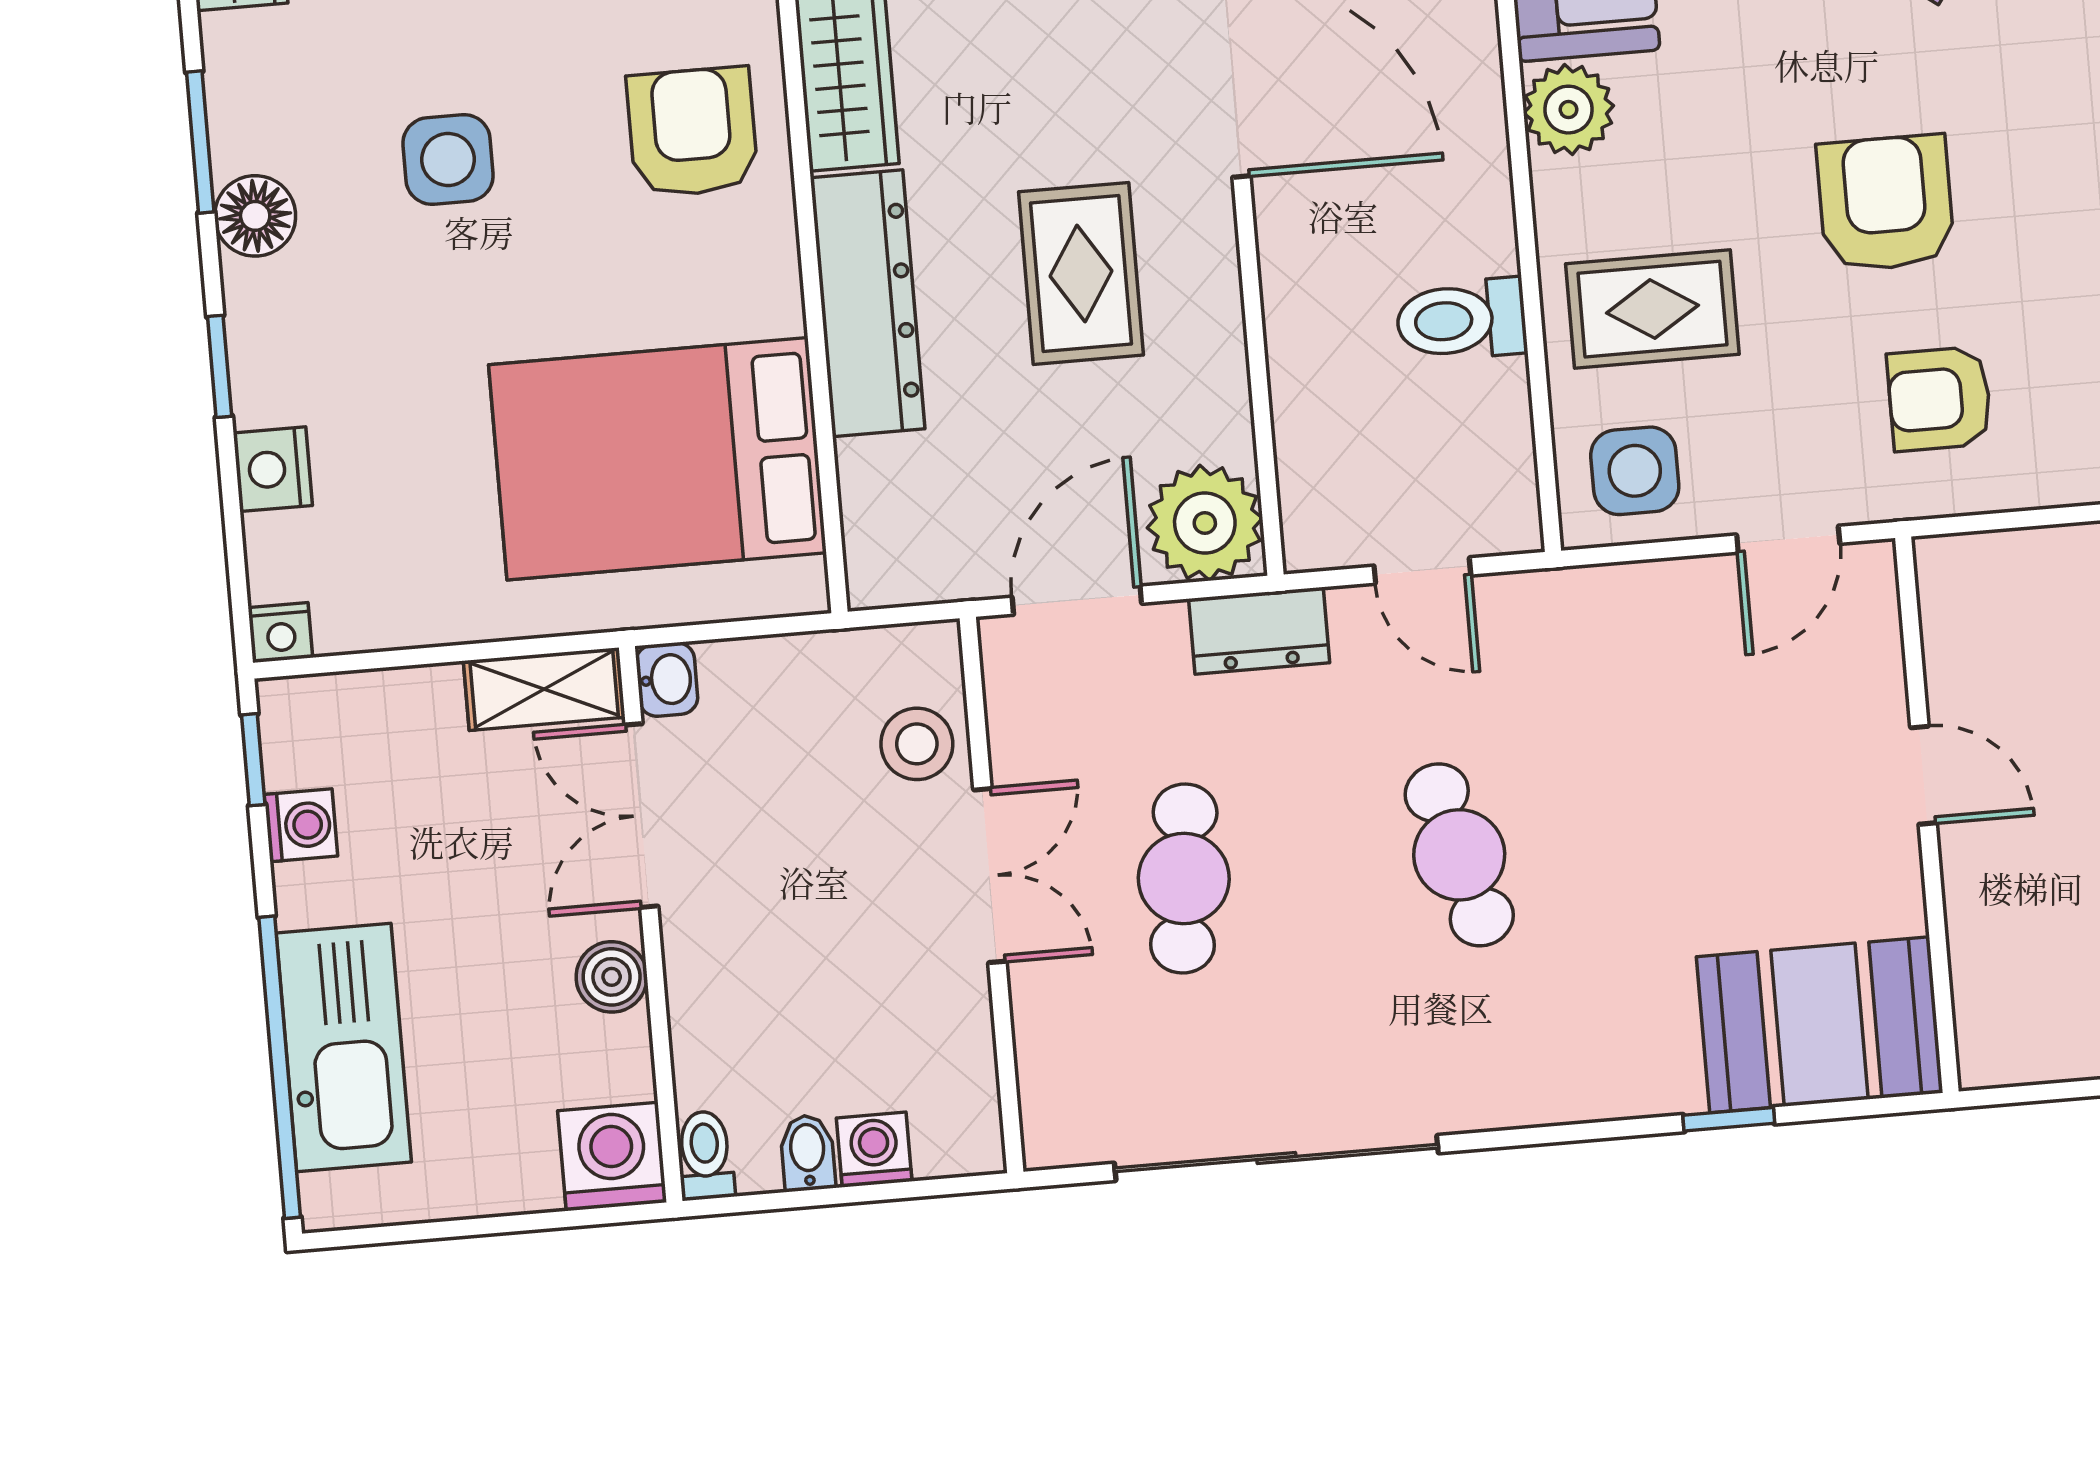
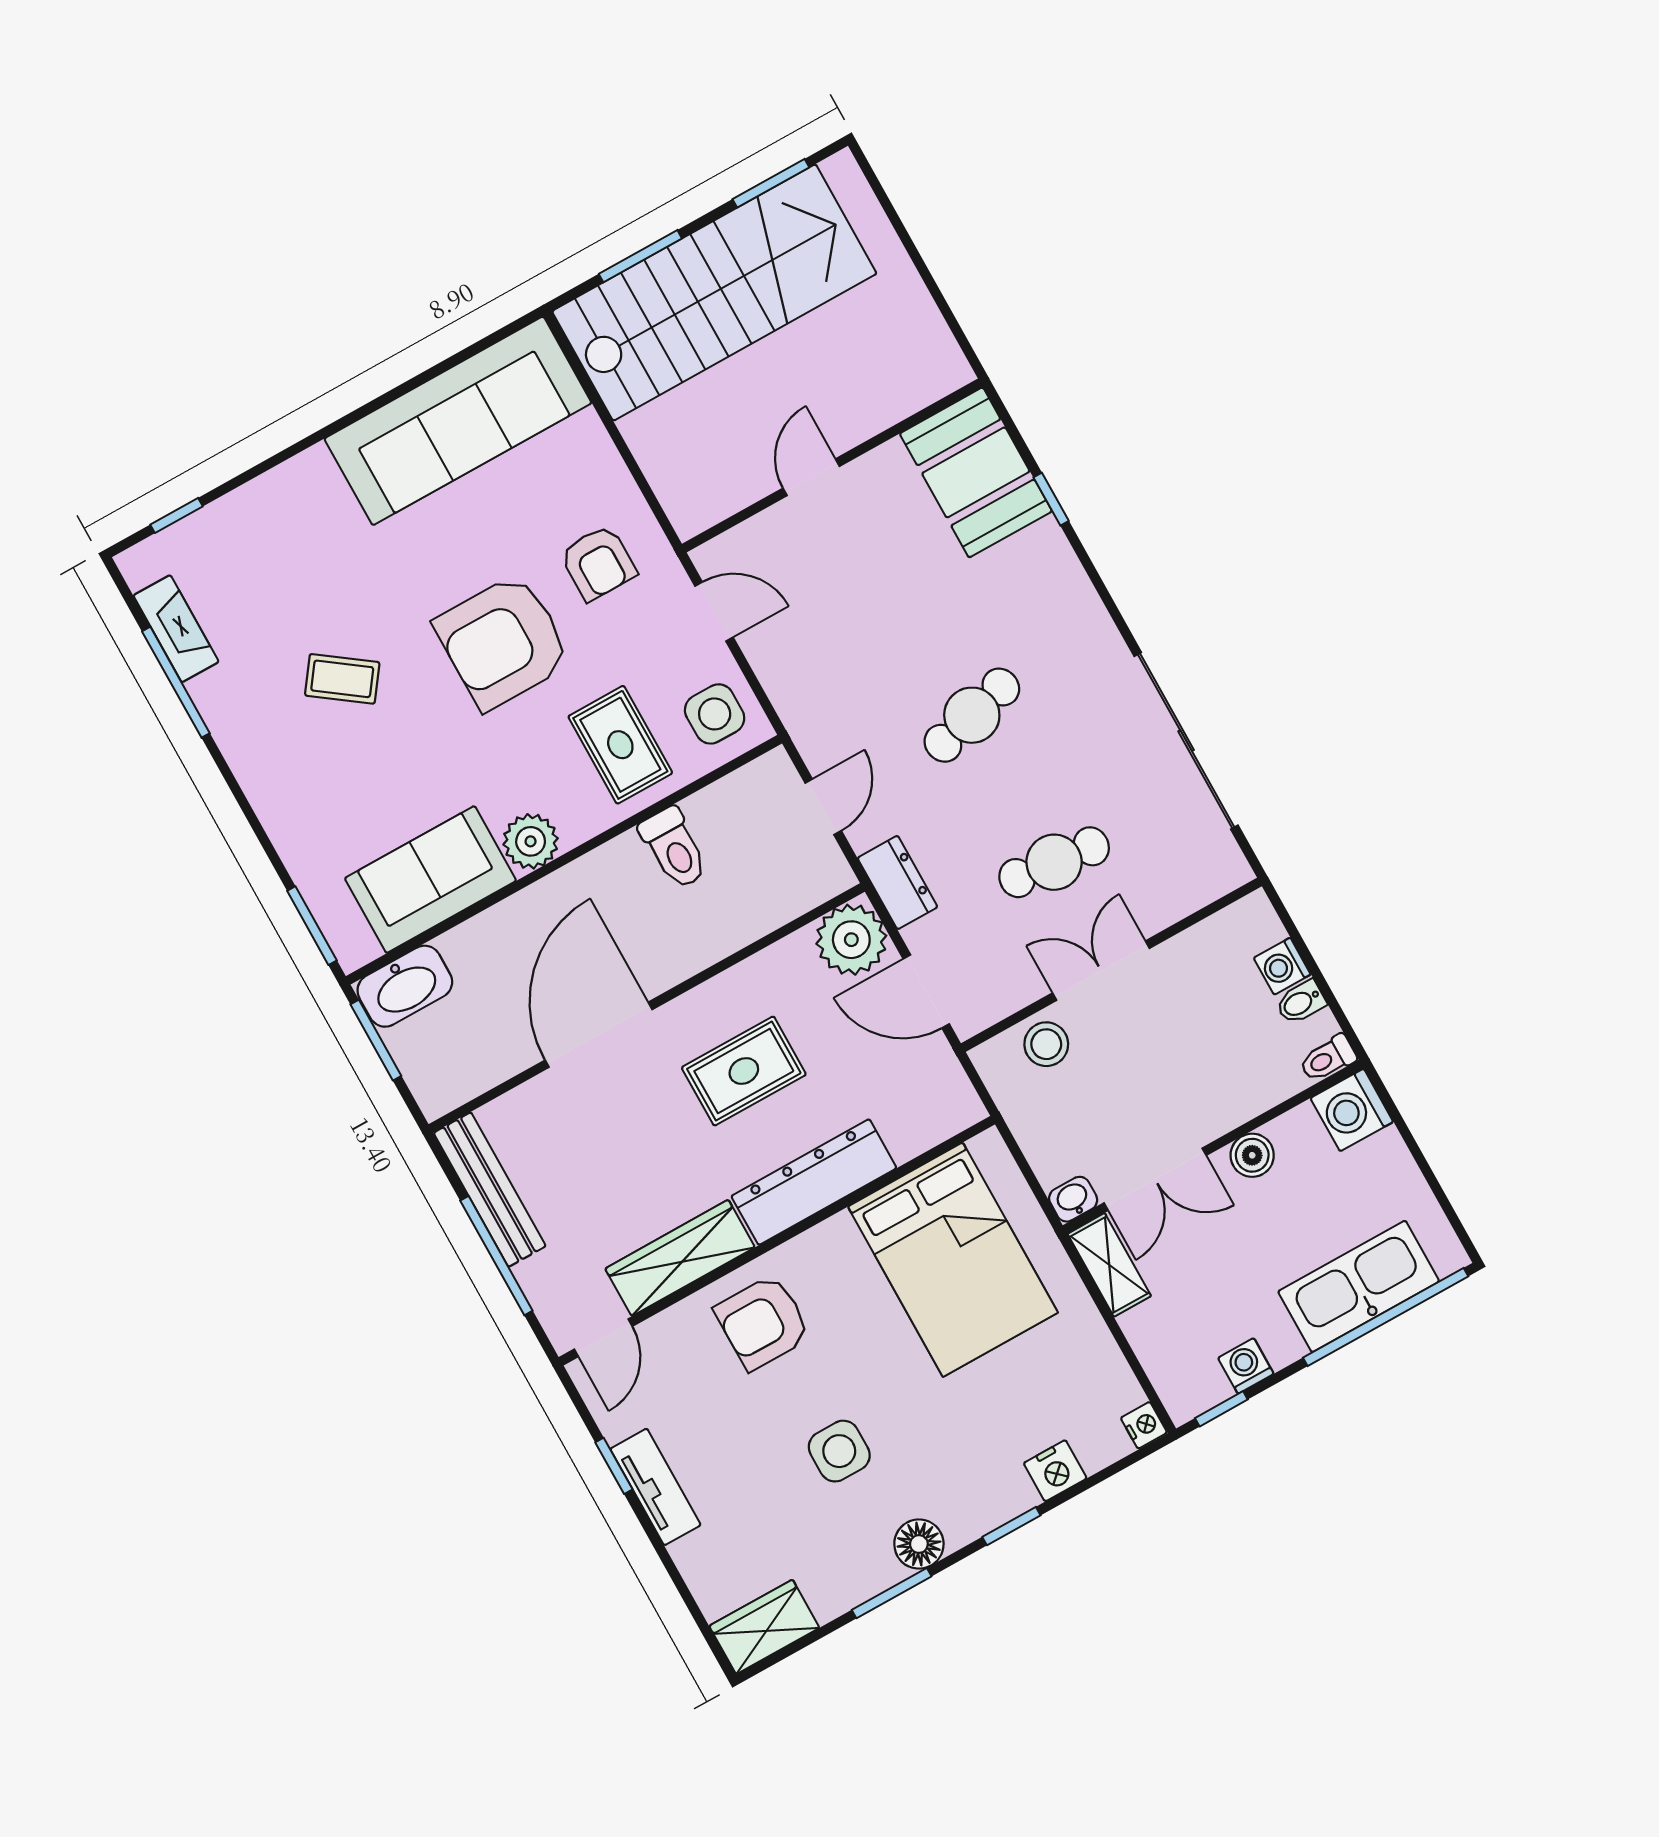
armchair: (1886, 203) -> (503, 642), width x1.36, depth x1.36

